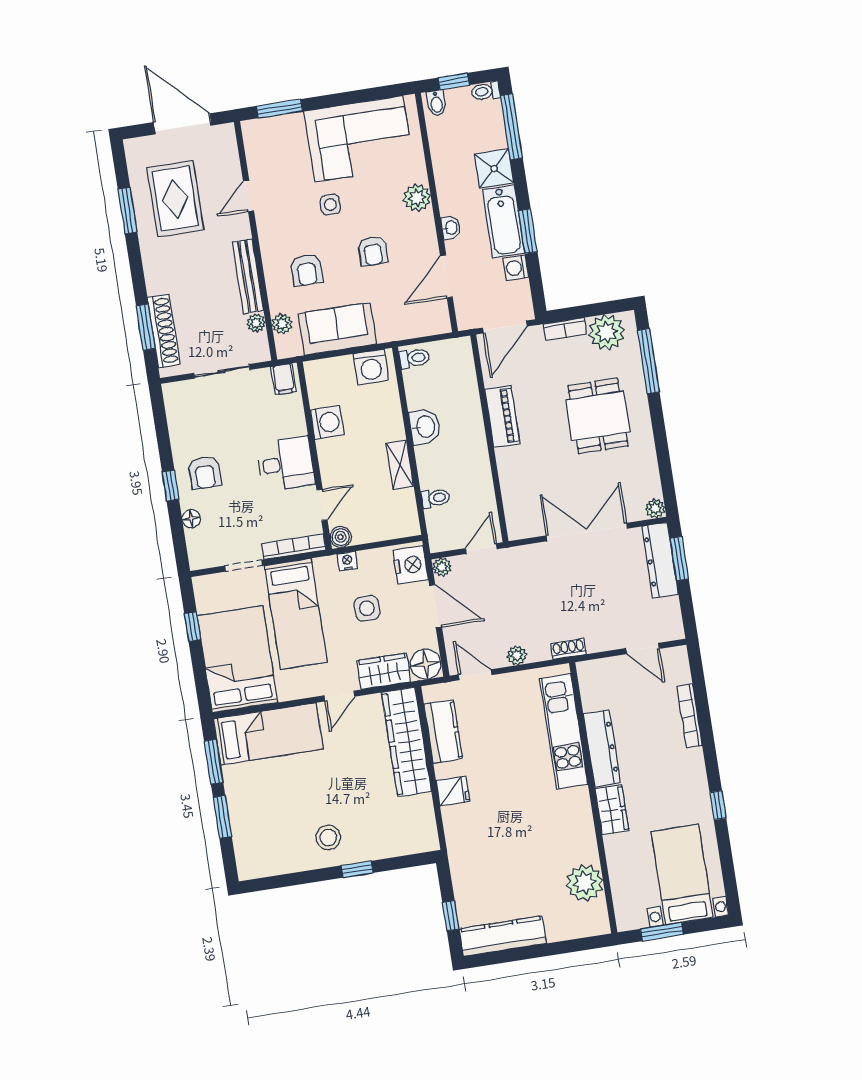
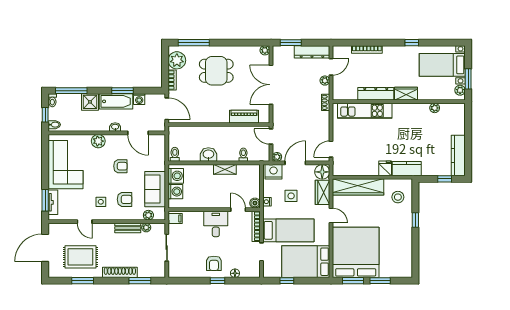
tv unit: (278, 125) -> (53, 202), added
side table: (330, 205) -> (101, 202), moved
bench: (248, 276) -> (128, 228), width x0.73
shoe rack: (164, 331) -> (120, 272), moved
piano: (502, 417) -> (244, 117), moved
washing machine: (327, 422) -> (175, 192), moved, turned 90
armchair: (205, 473) -> (214, 263), turned 90
dresser: (660, 560) -> (312, 52), moved
plant: (517, 655) -> (325, 81), moved
kitchen counter: (443, 732) -> (407, 169), moved
bed: (268, 734) -> (356, 252), width x2.04
stool: (328, 837) -> (398, 197), moved
plant: (585, 883) -> (435, 108), width x0.53, depth x0.53
plant: (636, 919) -> (460, 90), added

